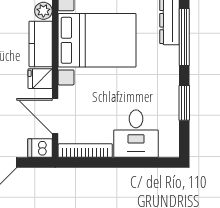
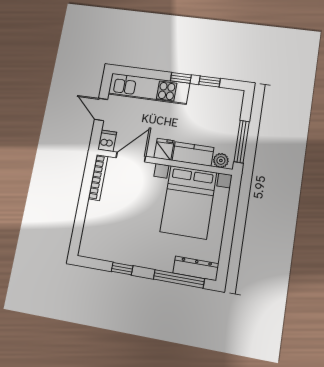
window: (184, 103) -> (122, 269), width x0.67
desk: (136, 134) -> (104, 222), removed

